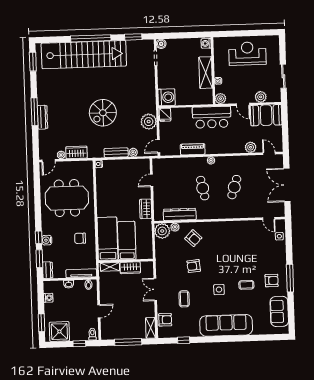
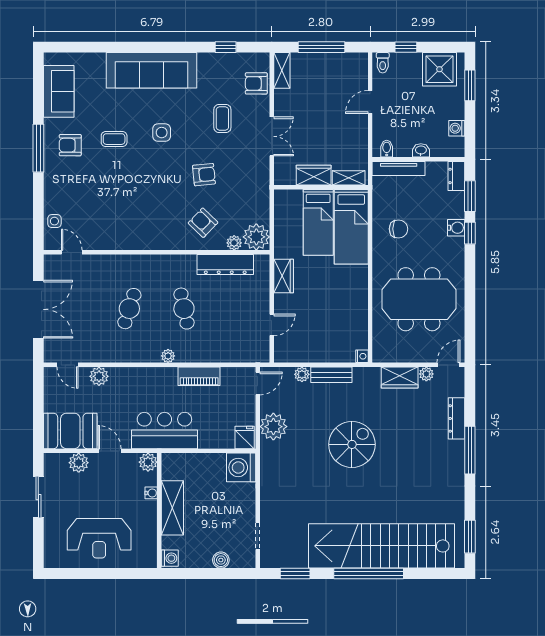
boiler: (161, 44) -> (221, 560), moved
dresser: (42, 117) -> (457, 418), moved

